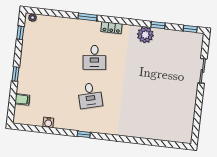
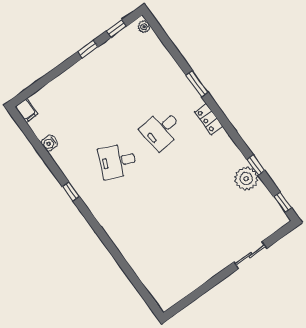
plant: (145, 35) -> (246, 179), moved
window: (15, 74) -> (88, 49), moved
desk: (90, 95) -> (118, 161), turned 39
filing cabinet: (22, 99) -> (26, 110), moved

